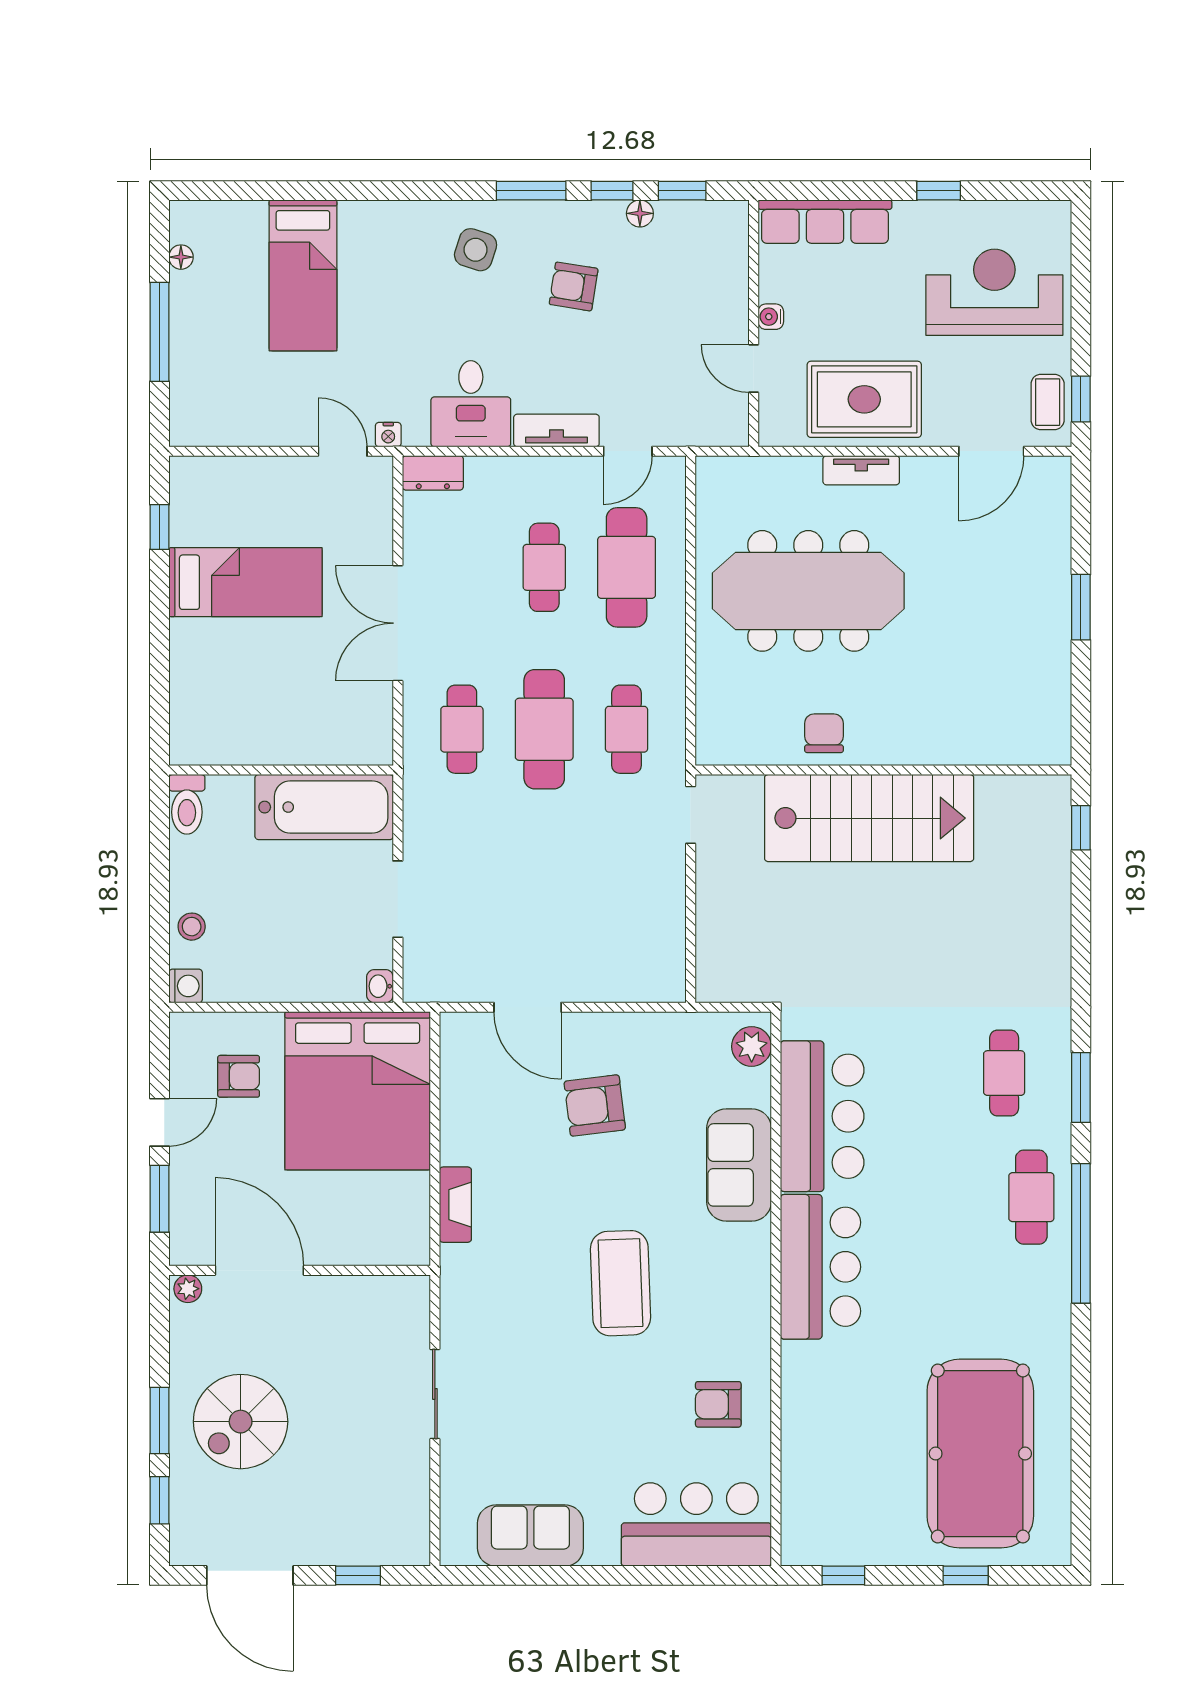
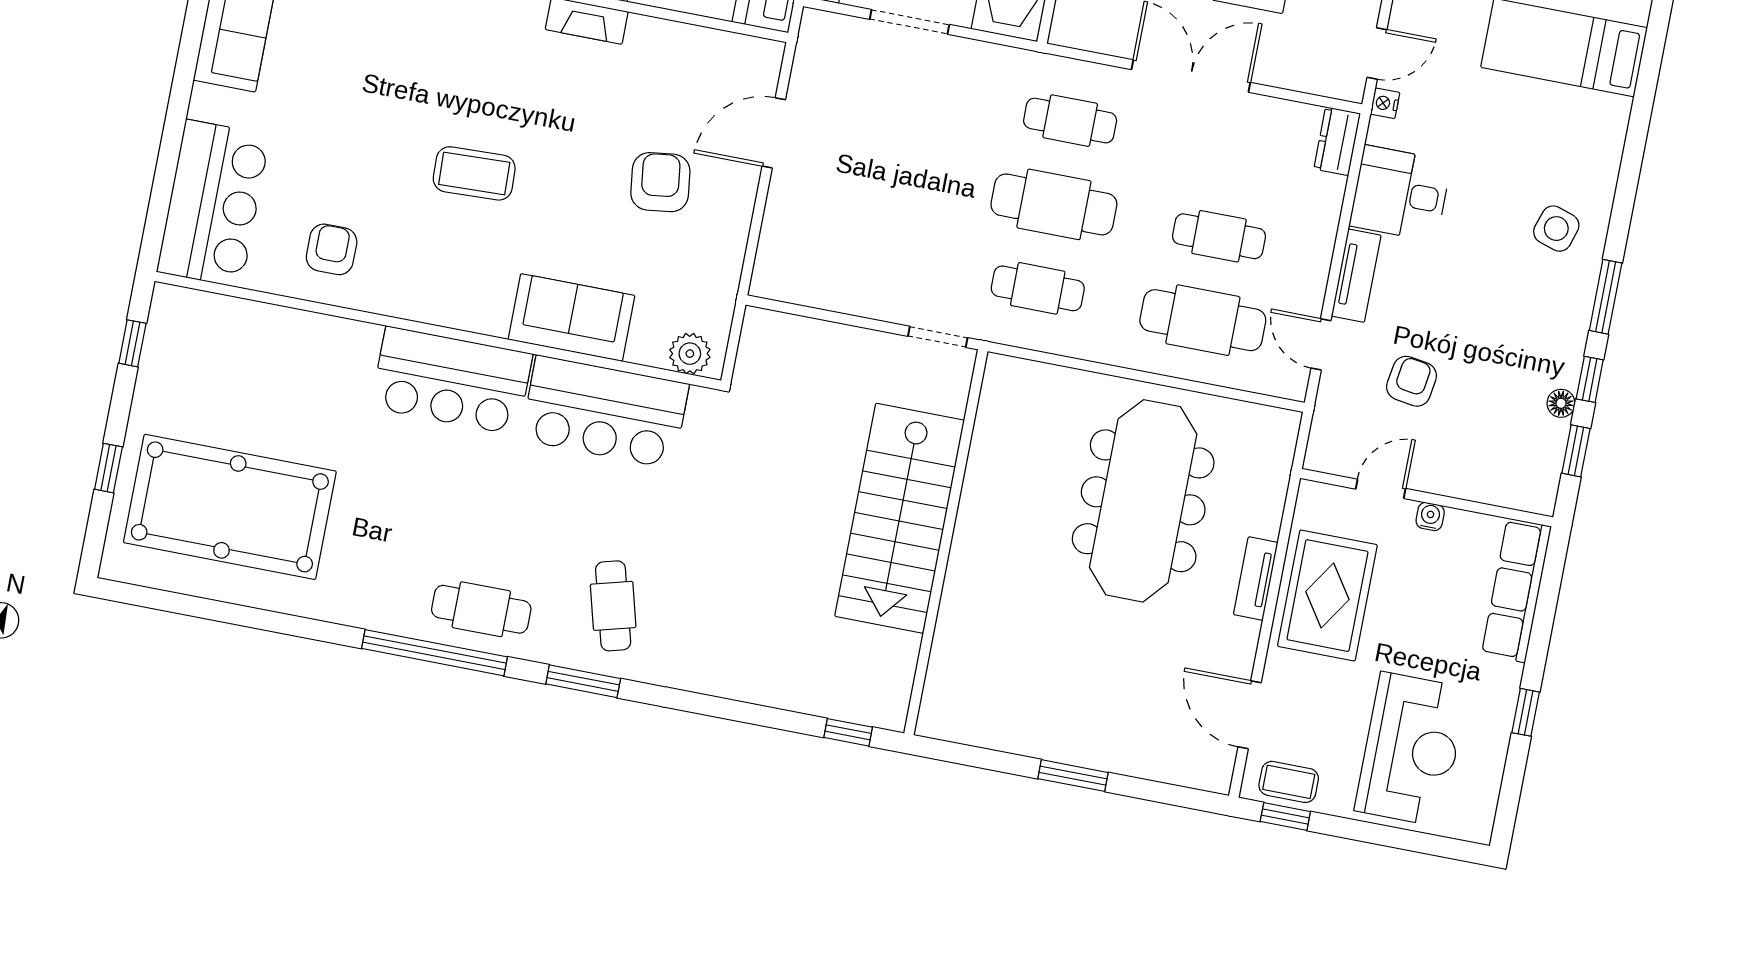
armchair: (574, 286) -> (1412, 381), moved
chair: (824, 733) -> (995, 489), removed
cafe table: (1004, 1073) -> (613, 606), turned 75
coffee table: (620, 1283) -> (474, 173), width x0.73, depth x0.76

